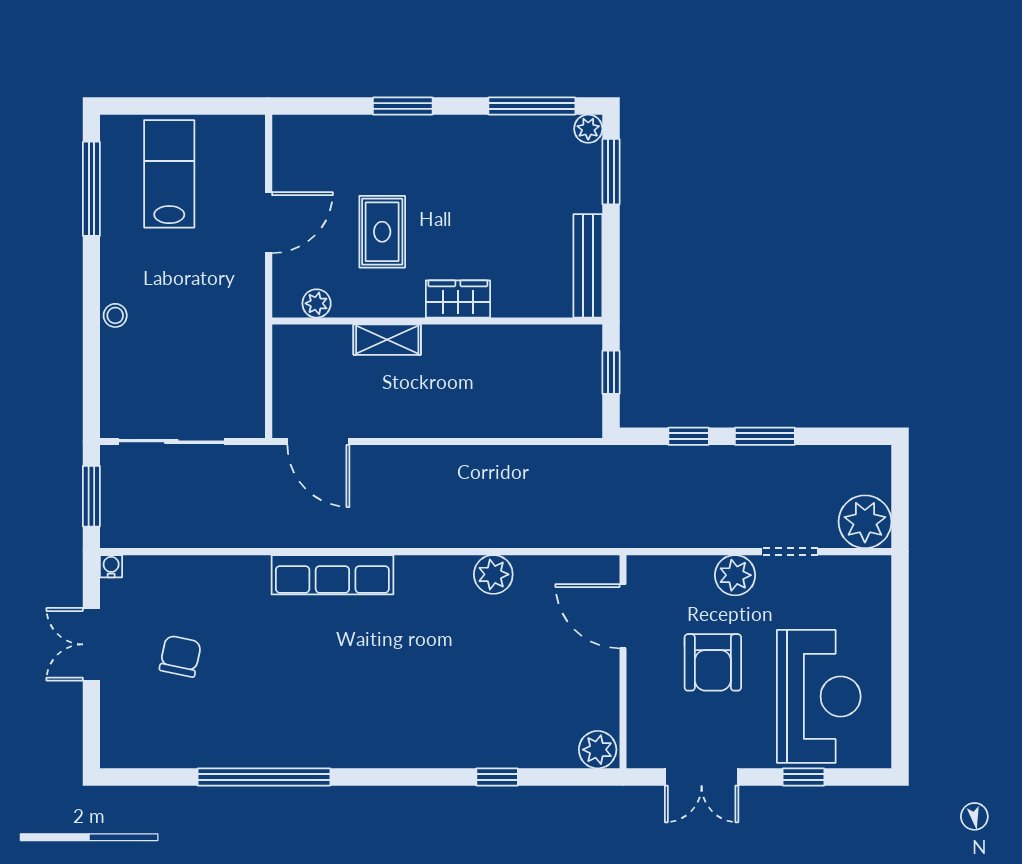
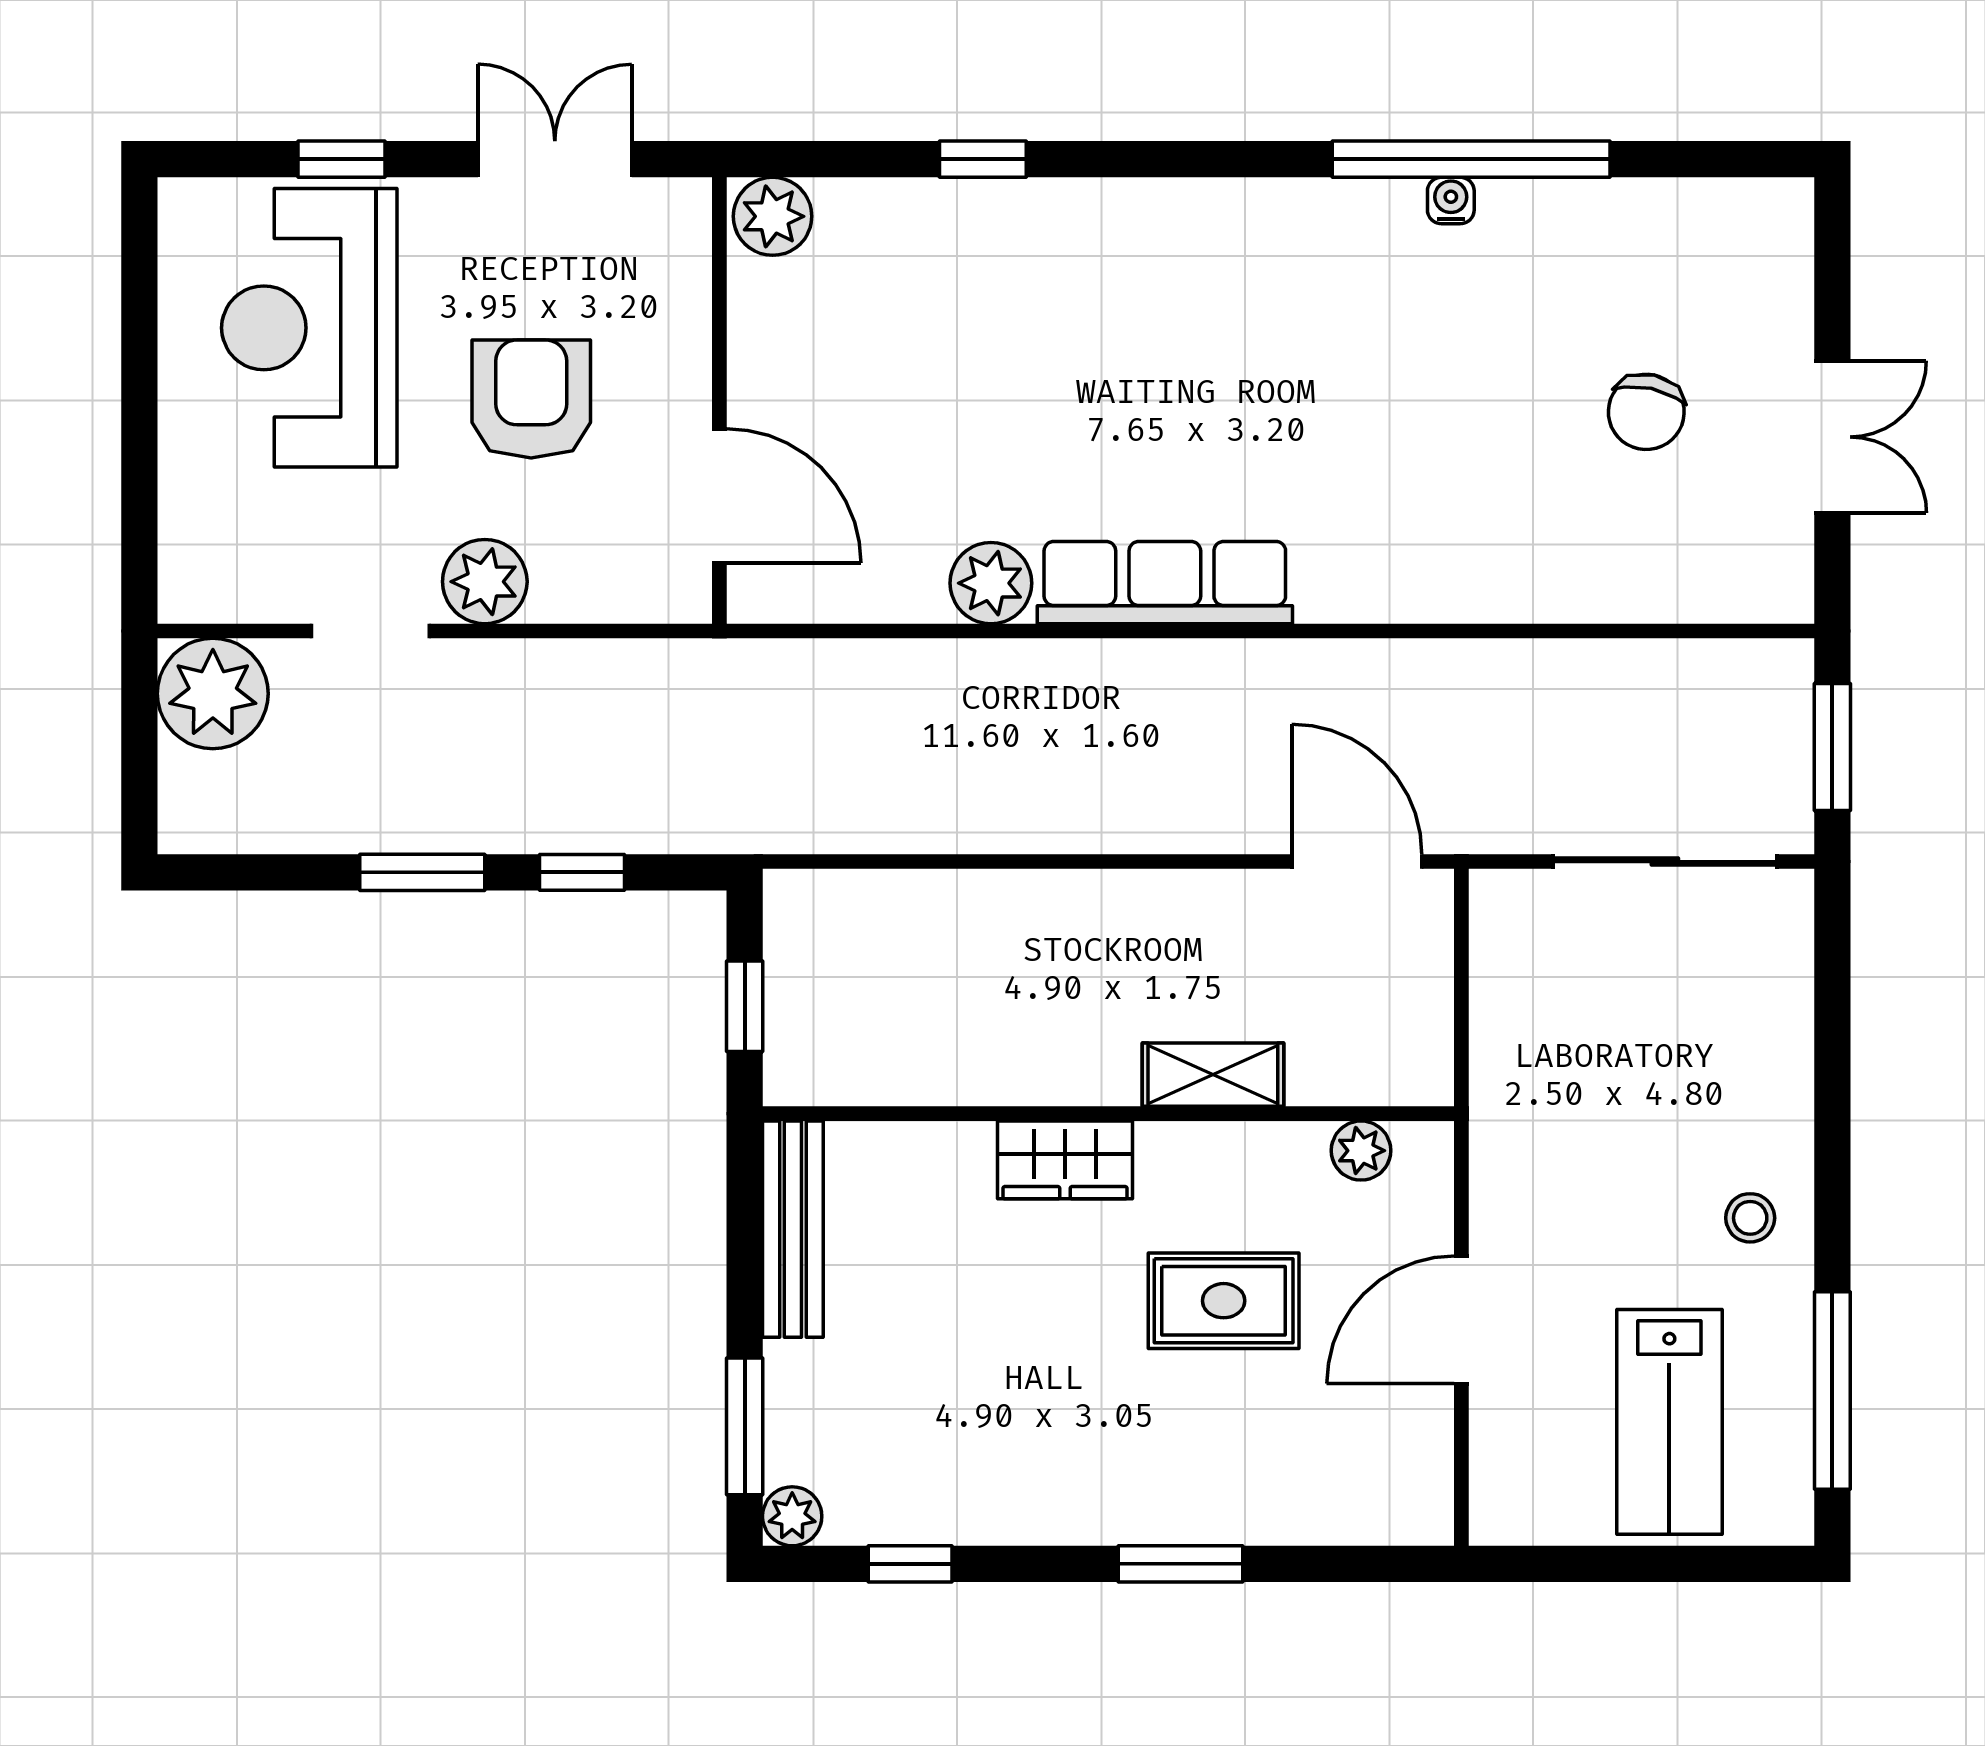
window: (532, 106) -> (910, 1564), width x0.46
rug: (382, 232) -> (1224, 1301), turned 90
stool: (115, 315) -> (1750, 1218), moved
water cooler: (111, 566) -> (1451, 200), moved, turned 180
row of seats: (332, 575) -> (1165, 583), moved

